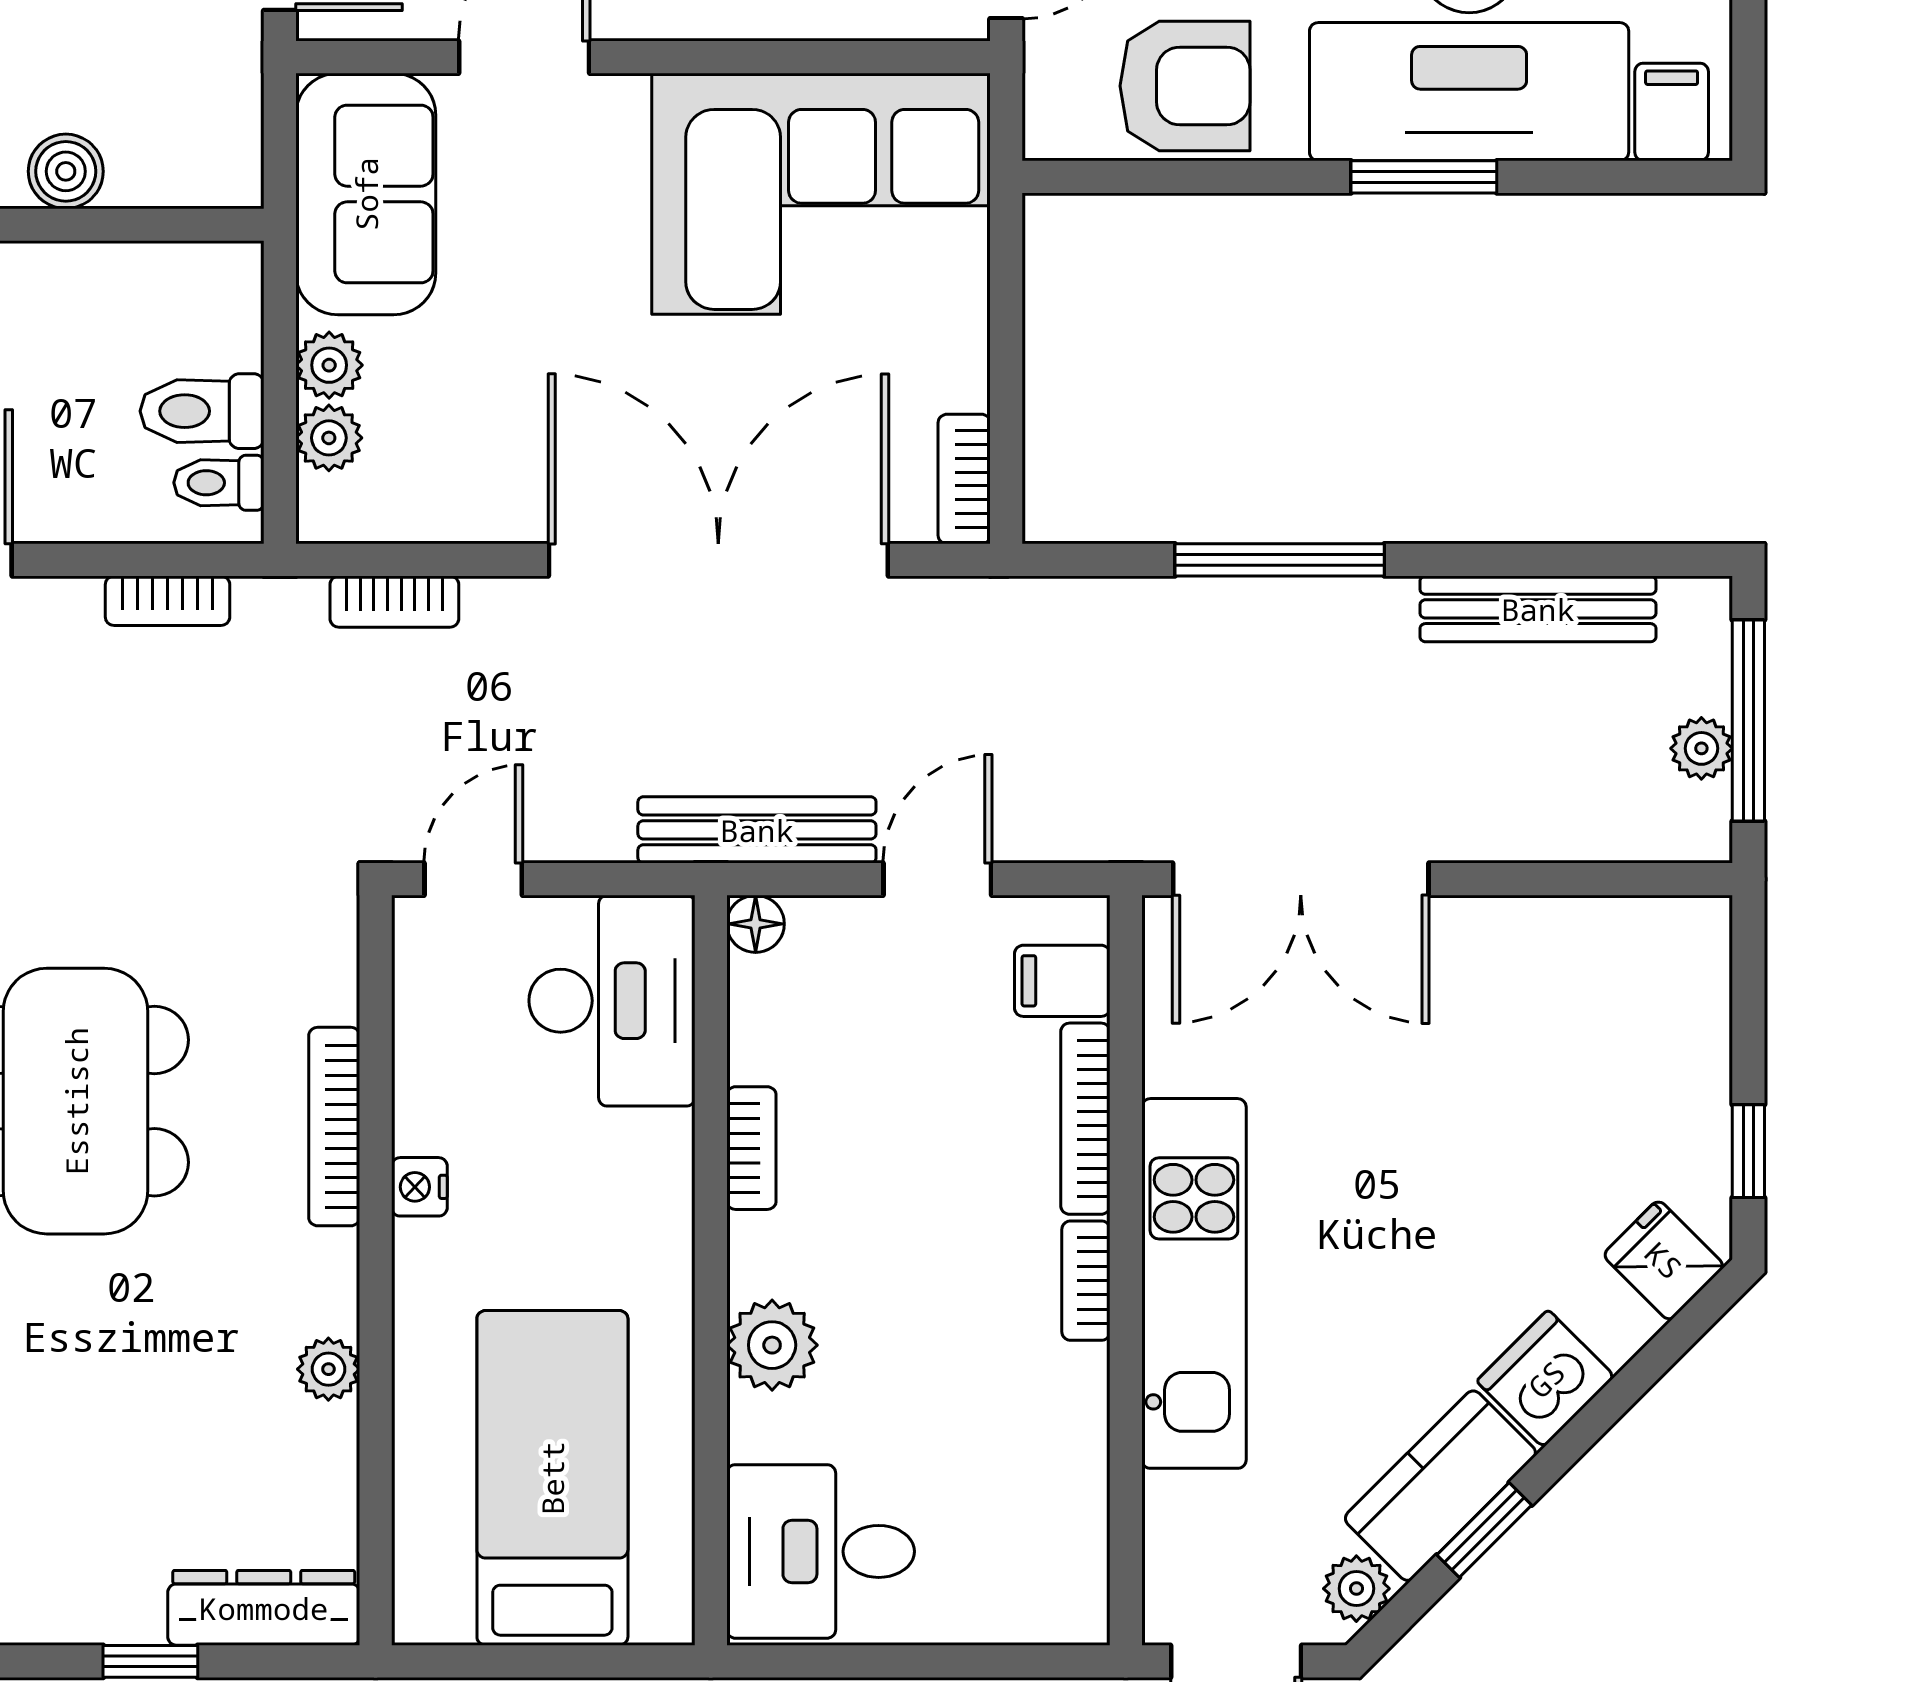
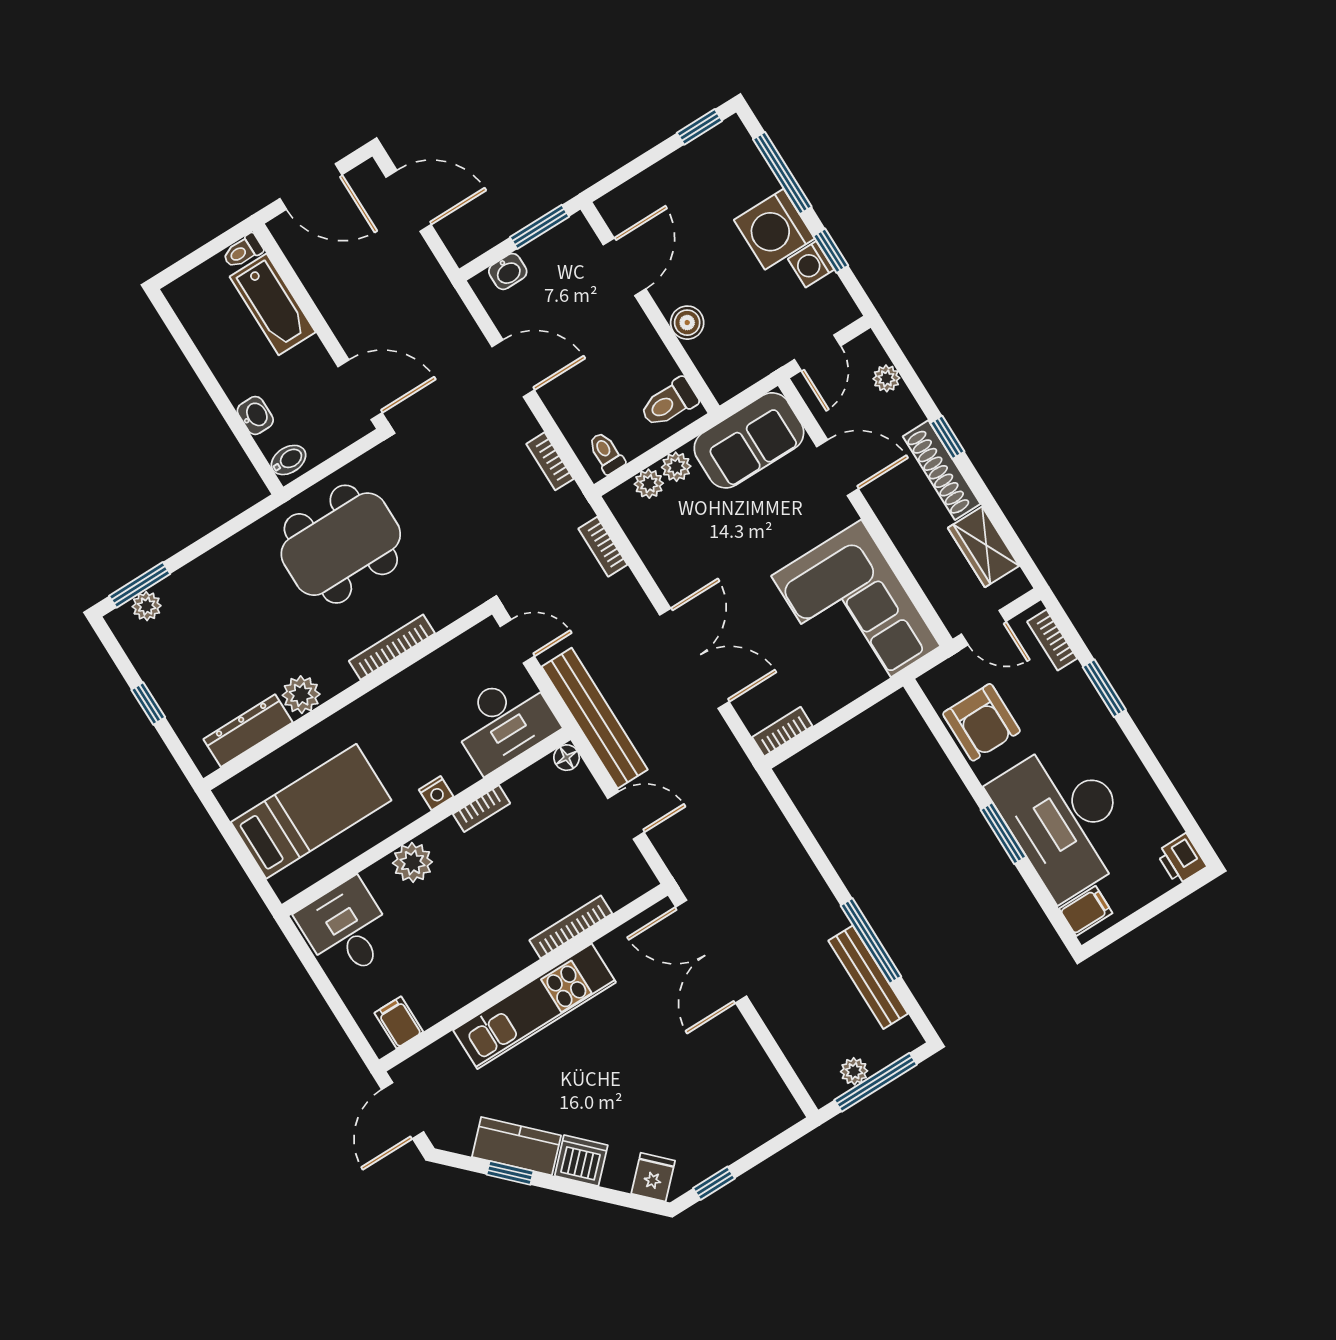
toilet: (202, 411) -> (669, 403), moved, turned -90
double door: (718, 560) -> (694, 658), width x0.73
window: (1280, 560) -> (871, 941), moved
bench: (757, 830) -> (595, 718), width x1.37, depth x1.21
filing cabinet: (1062, 981) -> (399, 1022), moved
nightstand: (419, 1187) -> (436, 793), moved, turned 180
bookcase: (1086, 1281) -> (510, 965), removed
plant: (328, 1369) -> (301, 695), width x1.38, depth x1.38
plant: (1356, 1589) -> (458, 1139), removed
dresser: (264, 1608) -> (248, 731), moved, turned -90

